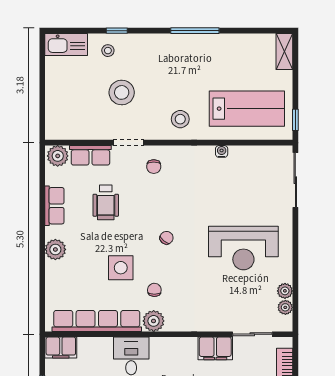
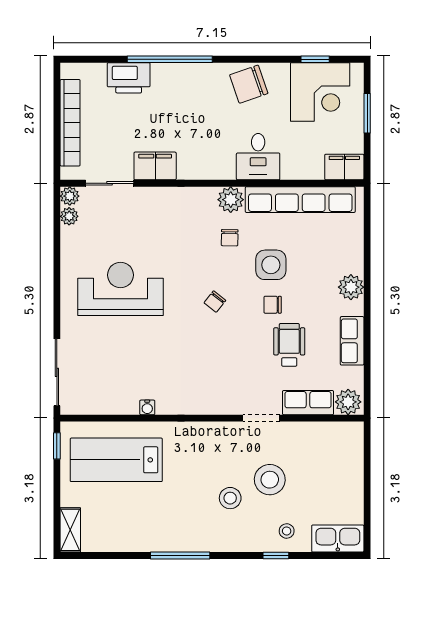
stool: (180, 119) -> (230, 498), moved
chair: (154, 167) -> (273, 305), moved, turned -90
plant: (285, 291) -> (70, 196), moved

